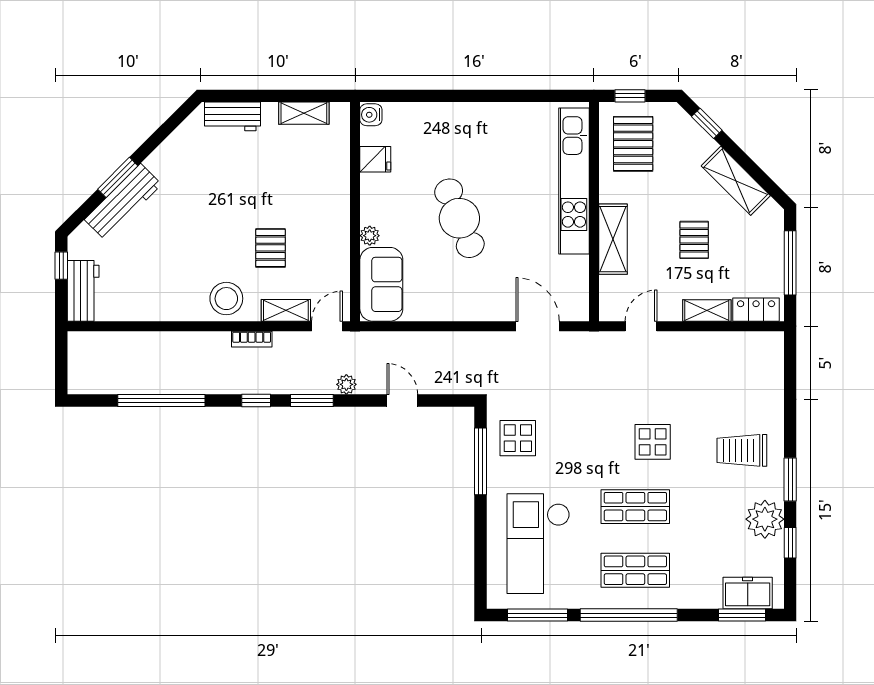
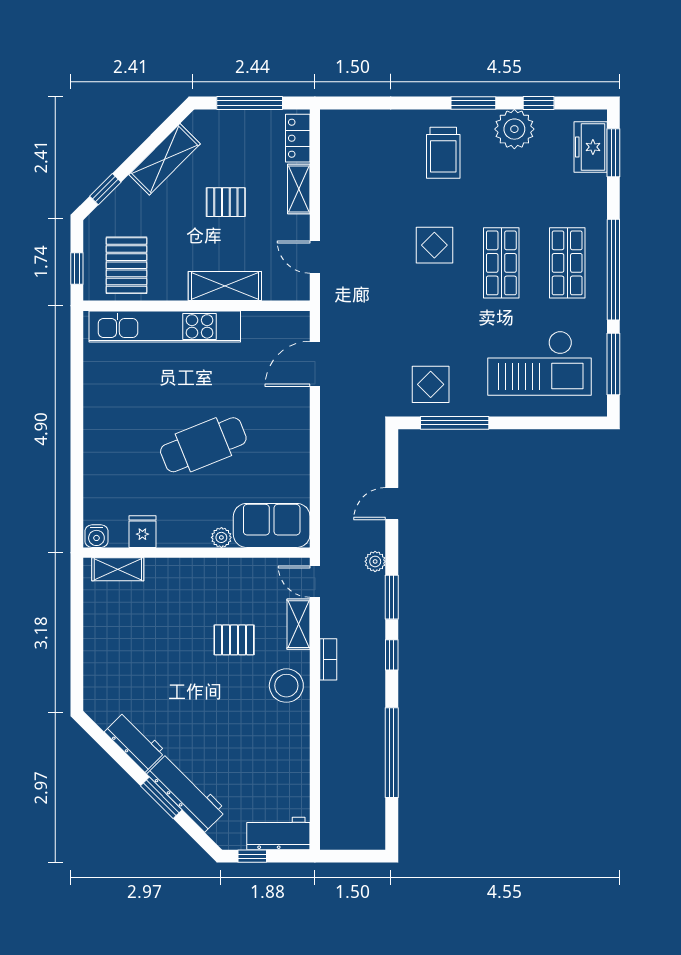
shelving: (304, 113) -> (118, 569), moved, turned 90
workbench: (233, 116) -> (135, 742), moved, turned -45
pallet: (633, 144) -> (126, 265), turned 90

